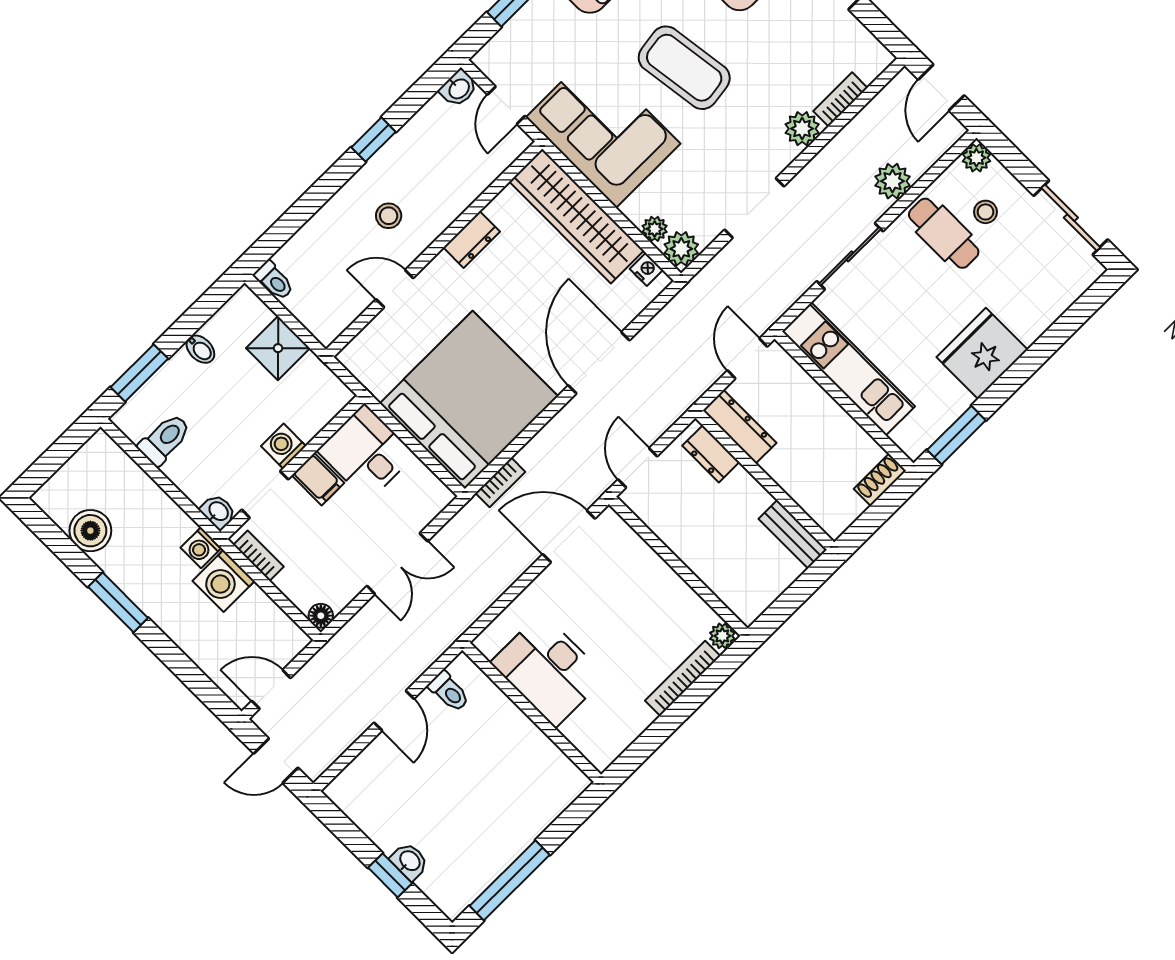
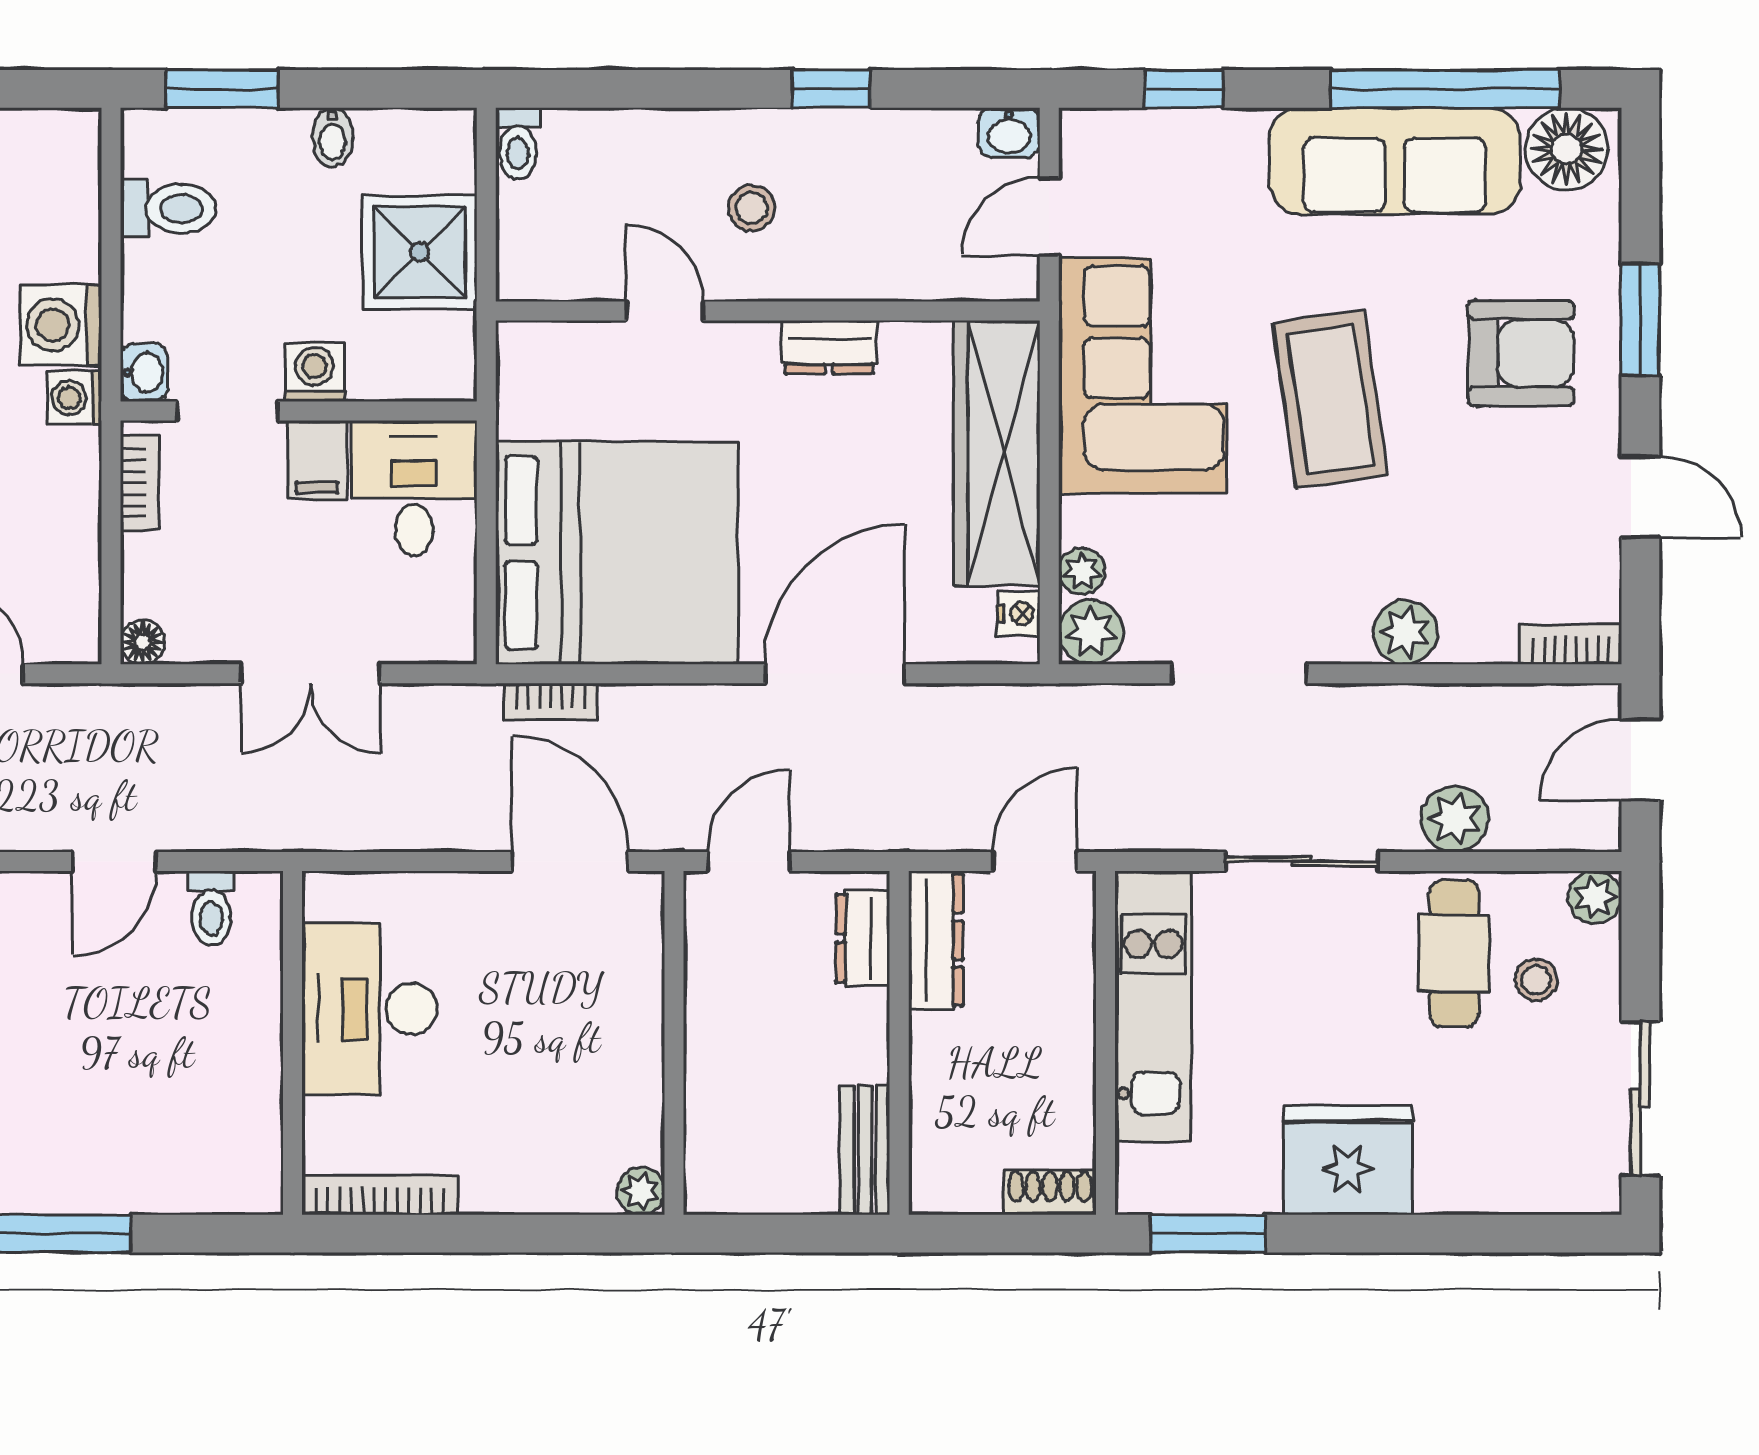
bookcase: (840, 99) -> (1571, 644), moved
shower: (278, 348) -> (420, 252), width x1.36, depth x1.36
washing machine: (224, 581) -> (61, 325), moved
bookcase: (683, 678) -> (380, 1195), moved

